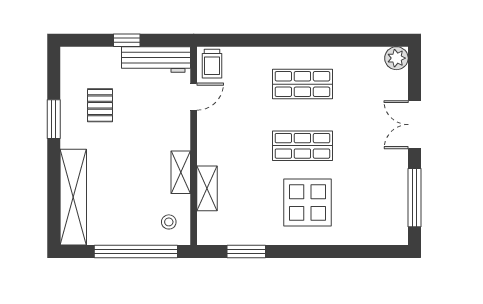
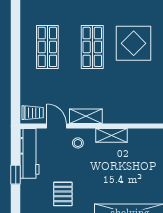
pallet: (100, 105) -> (63, 194), turned 90
shelving: (207, 188) -> (86, 116), moved
stool: (169, 222) -> (78, 143), moved

